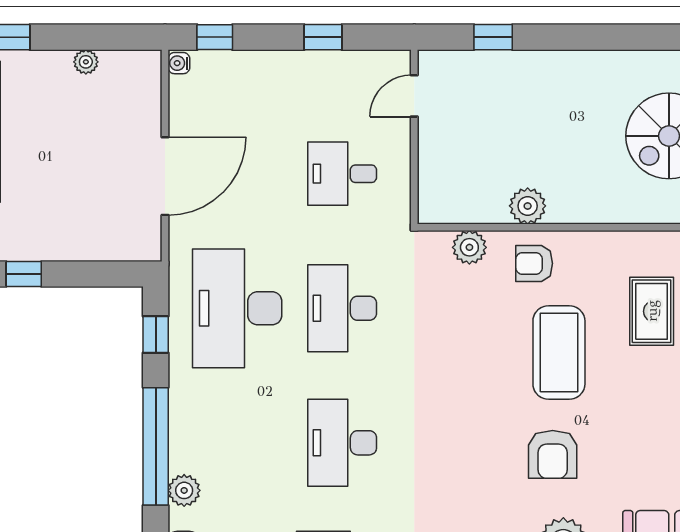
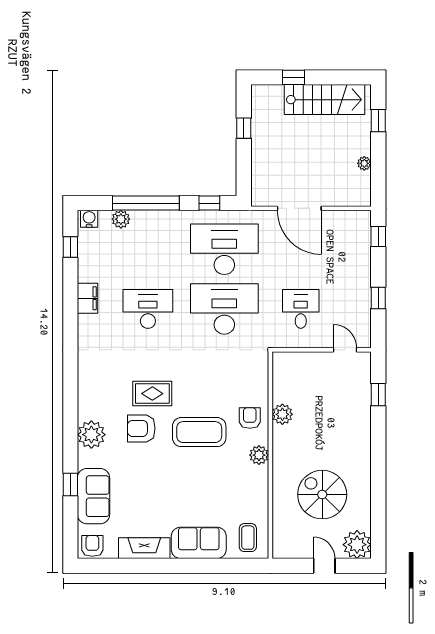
water cooler: (179, 63) -> (364, 216), removed
plant: (469, 247) -> (259, 455), moved
desk: (342, 308) -> (224, 309), width x1.36, depth x1.30
rug: (652, 311) -> (152, 394), moved

